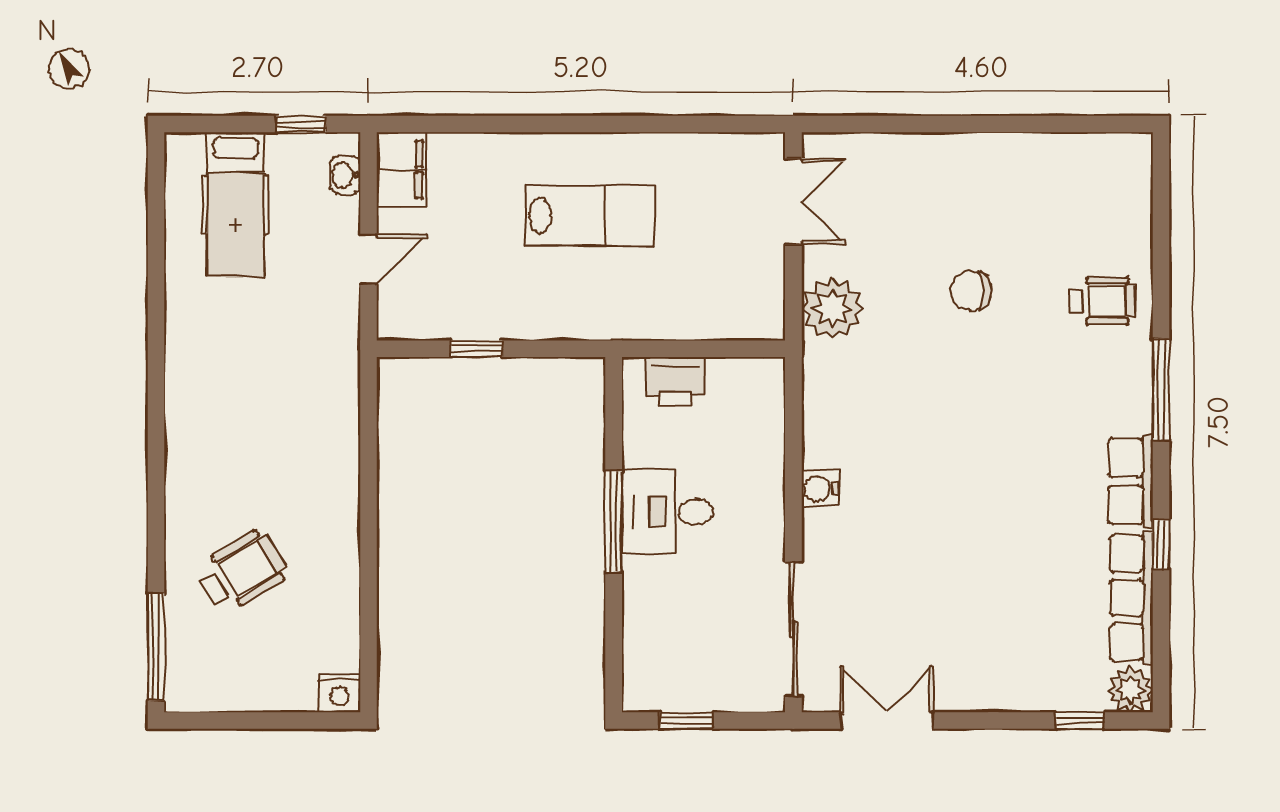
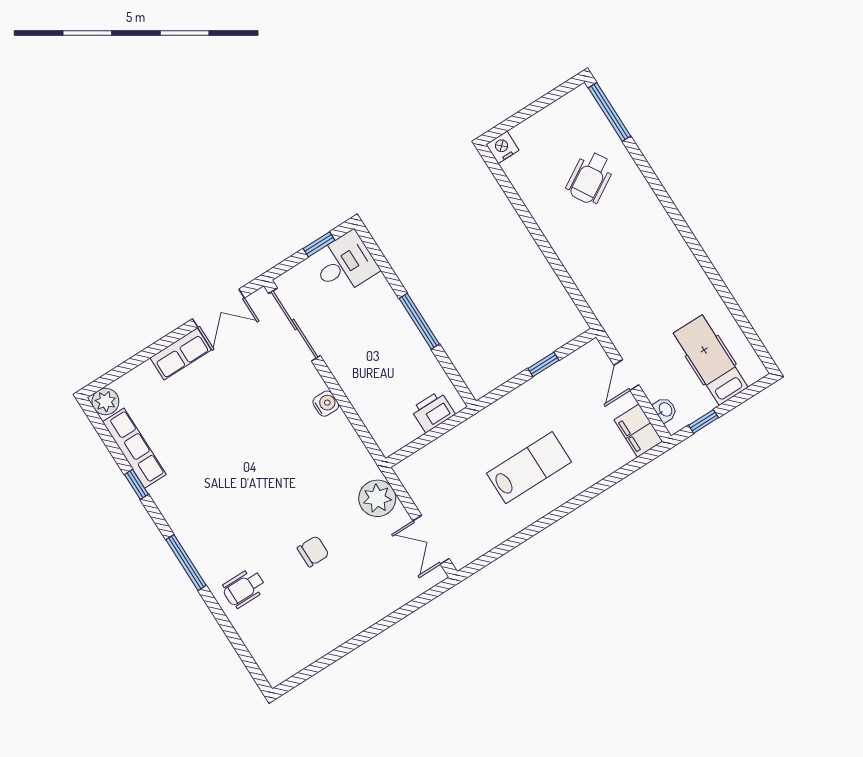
lab bench: (590, 216) -> (529, 468), turned 180
row of seats: (1130, 481) -> (181, 354), moved, turned 90
desk: (668, 512) -> (345, 264), moved
window: (1080, 721) -> (121, 370), removed

